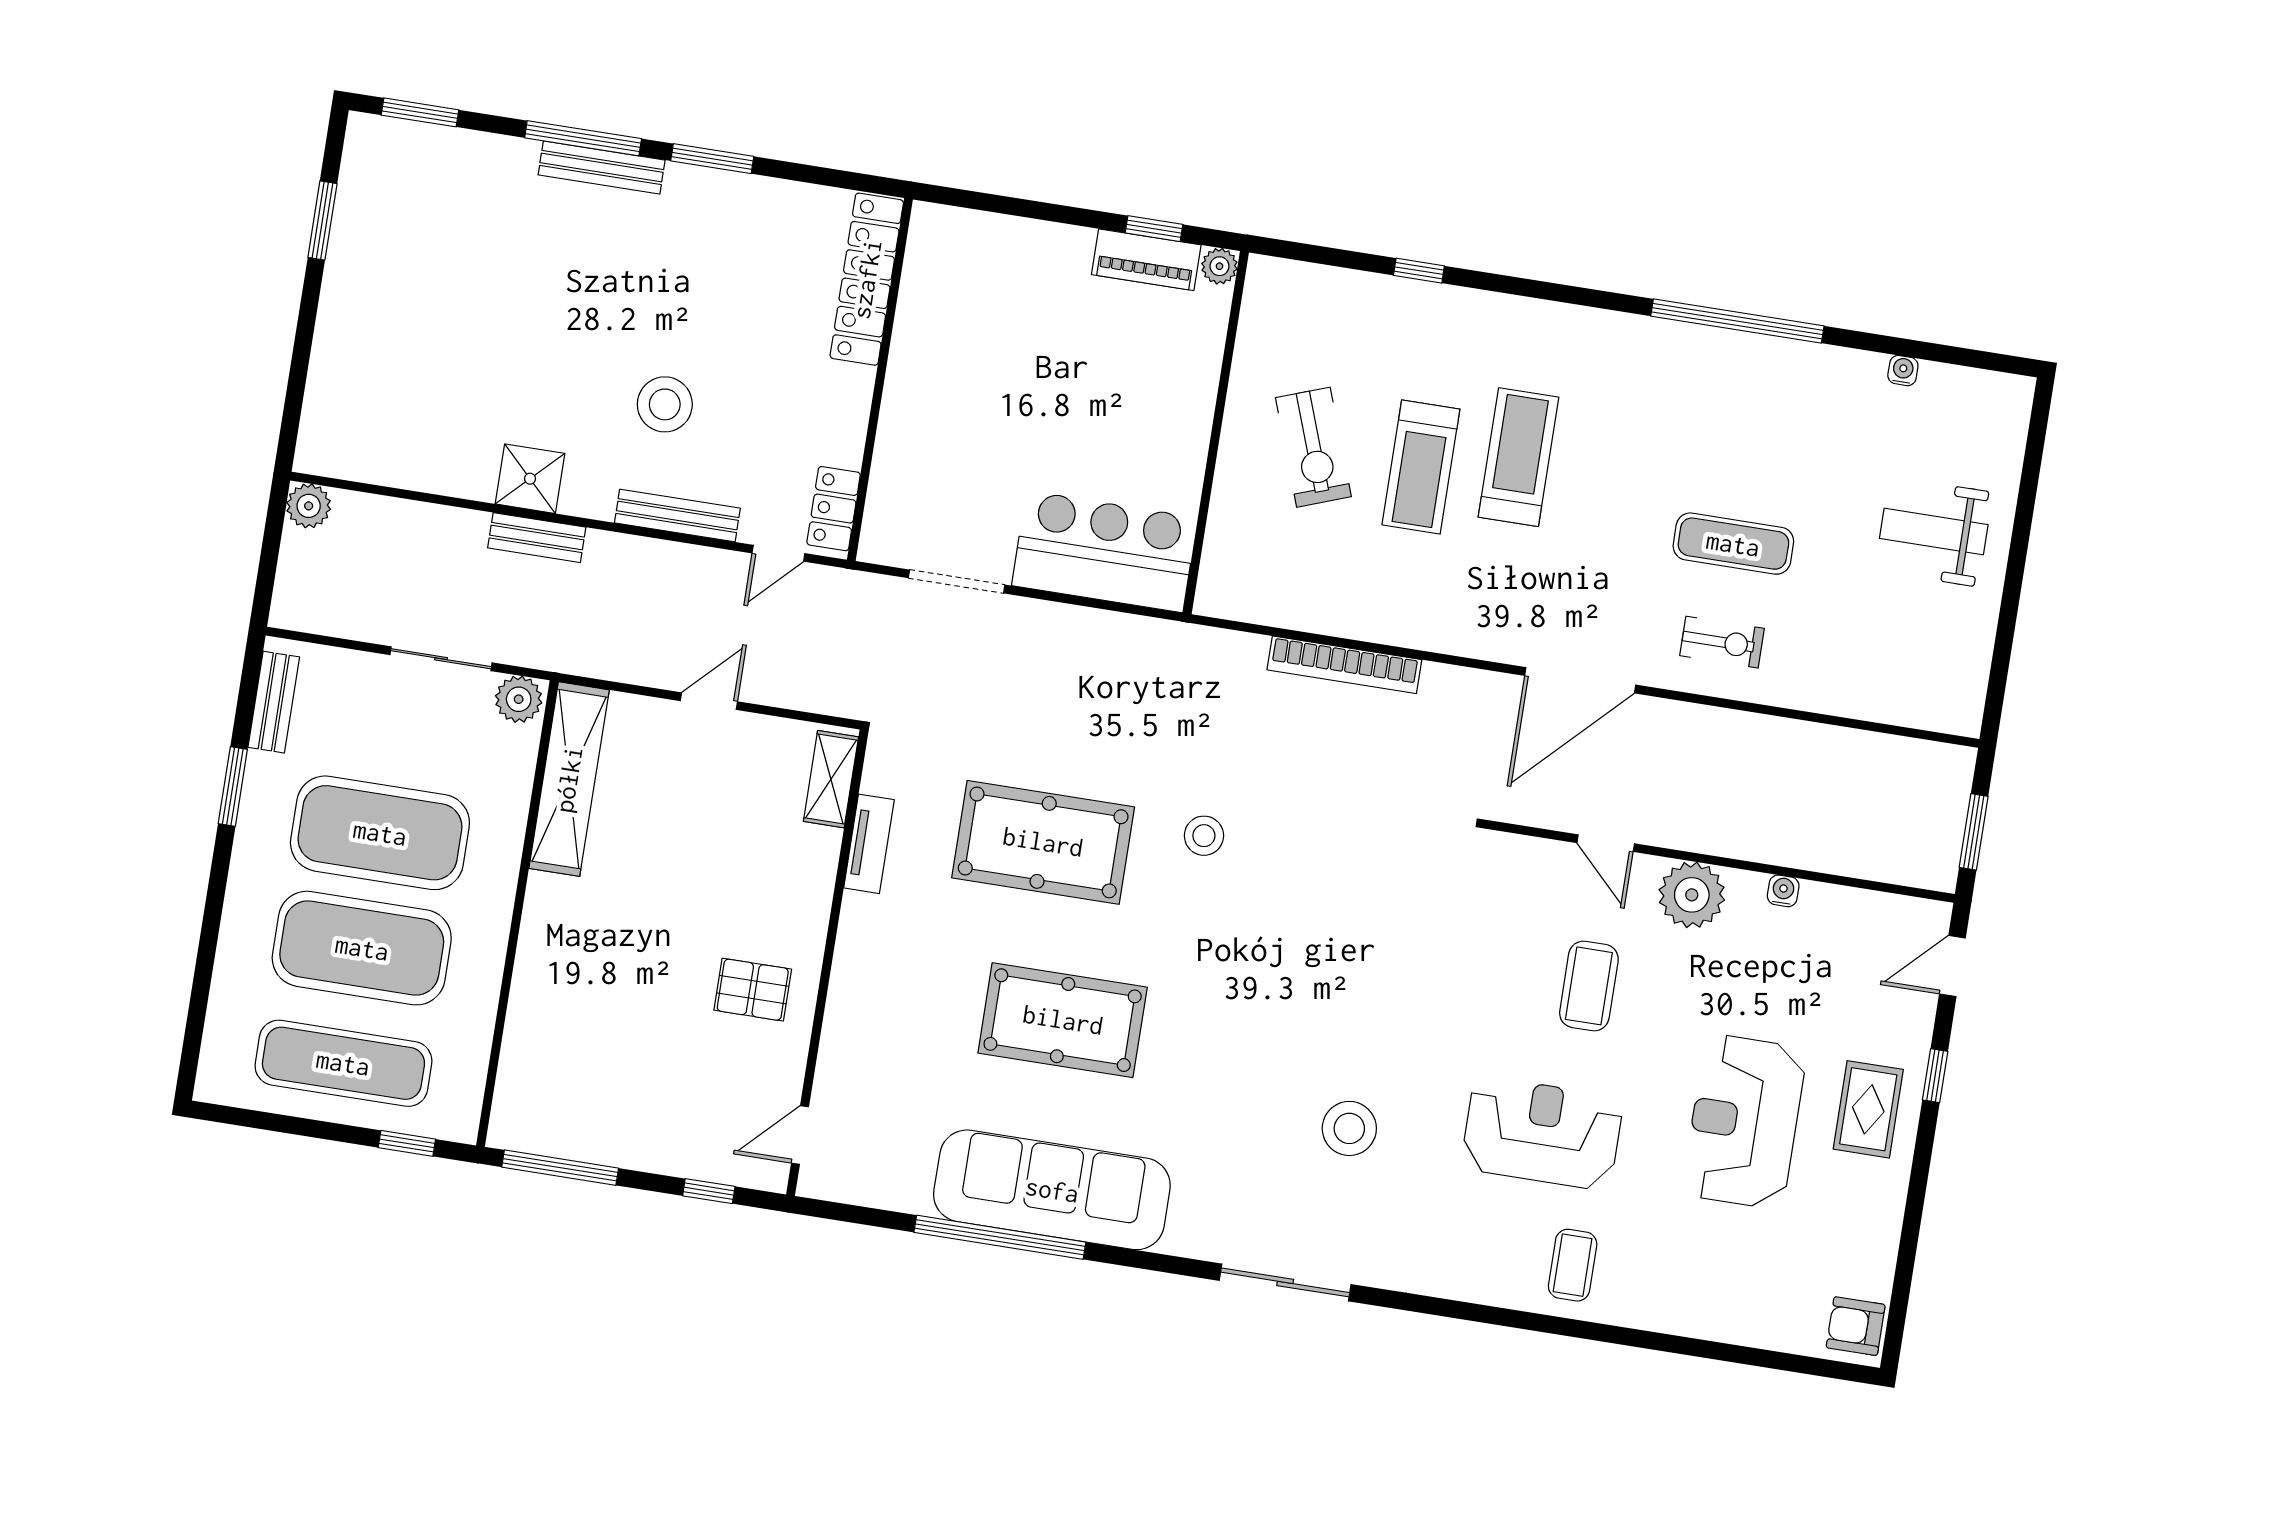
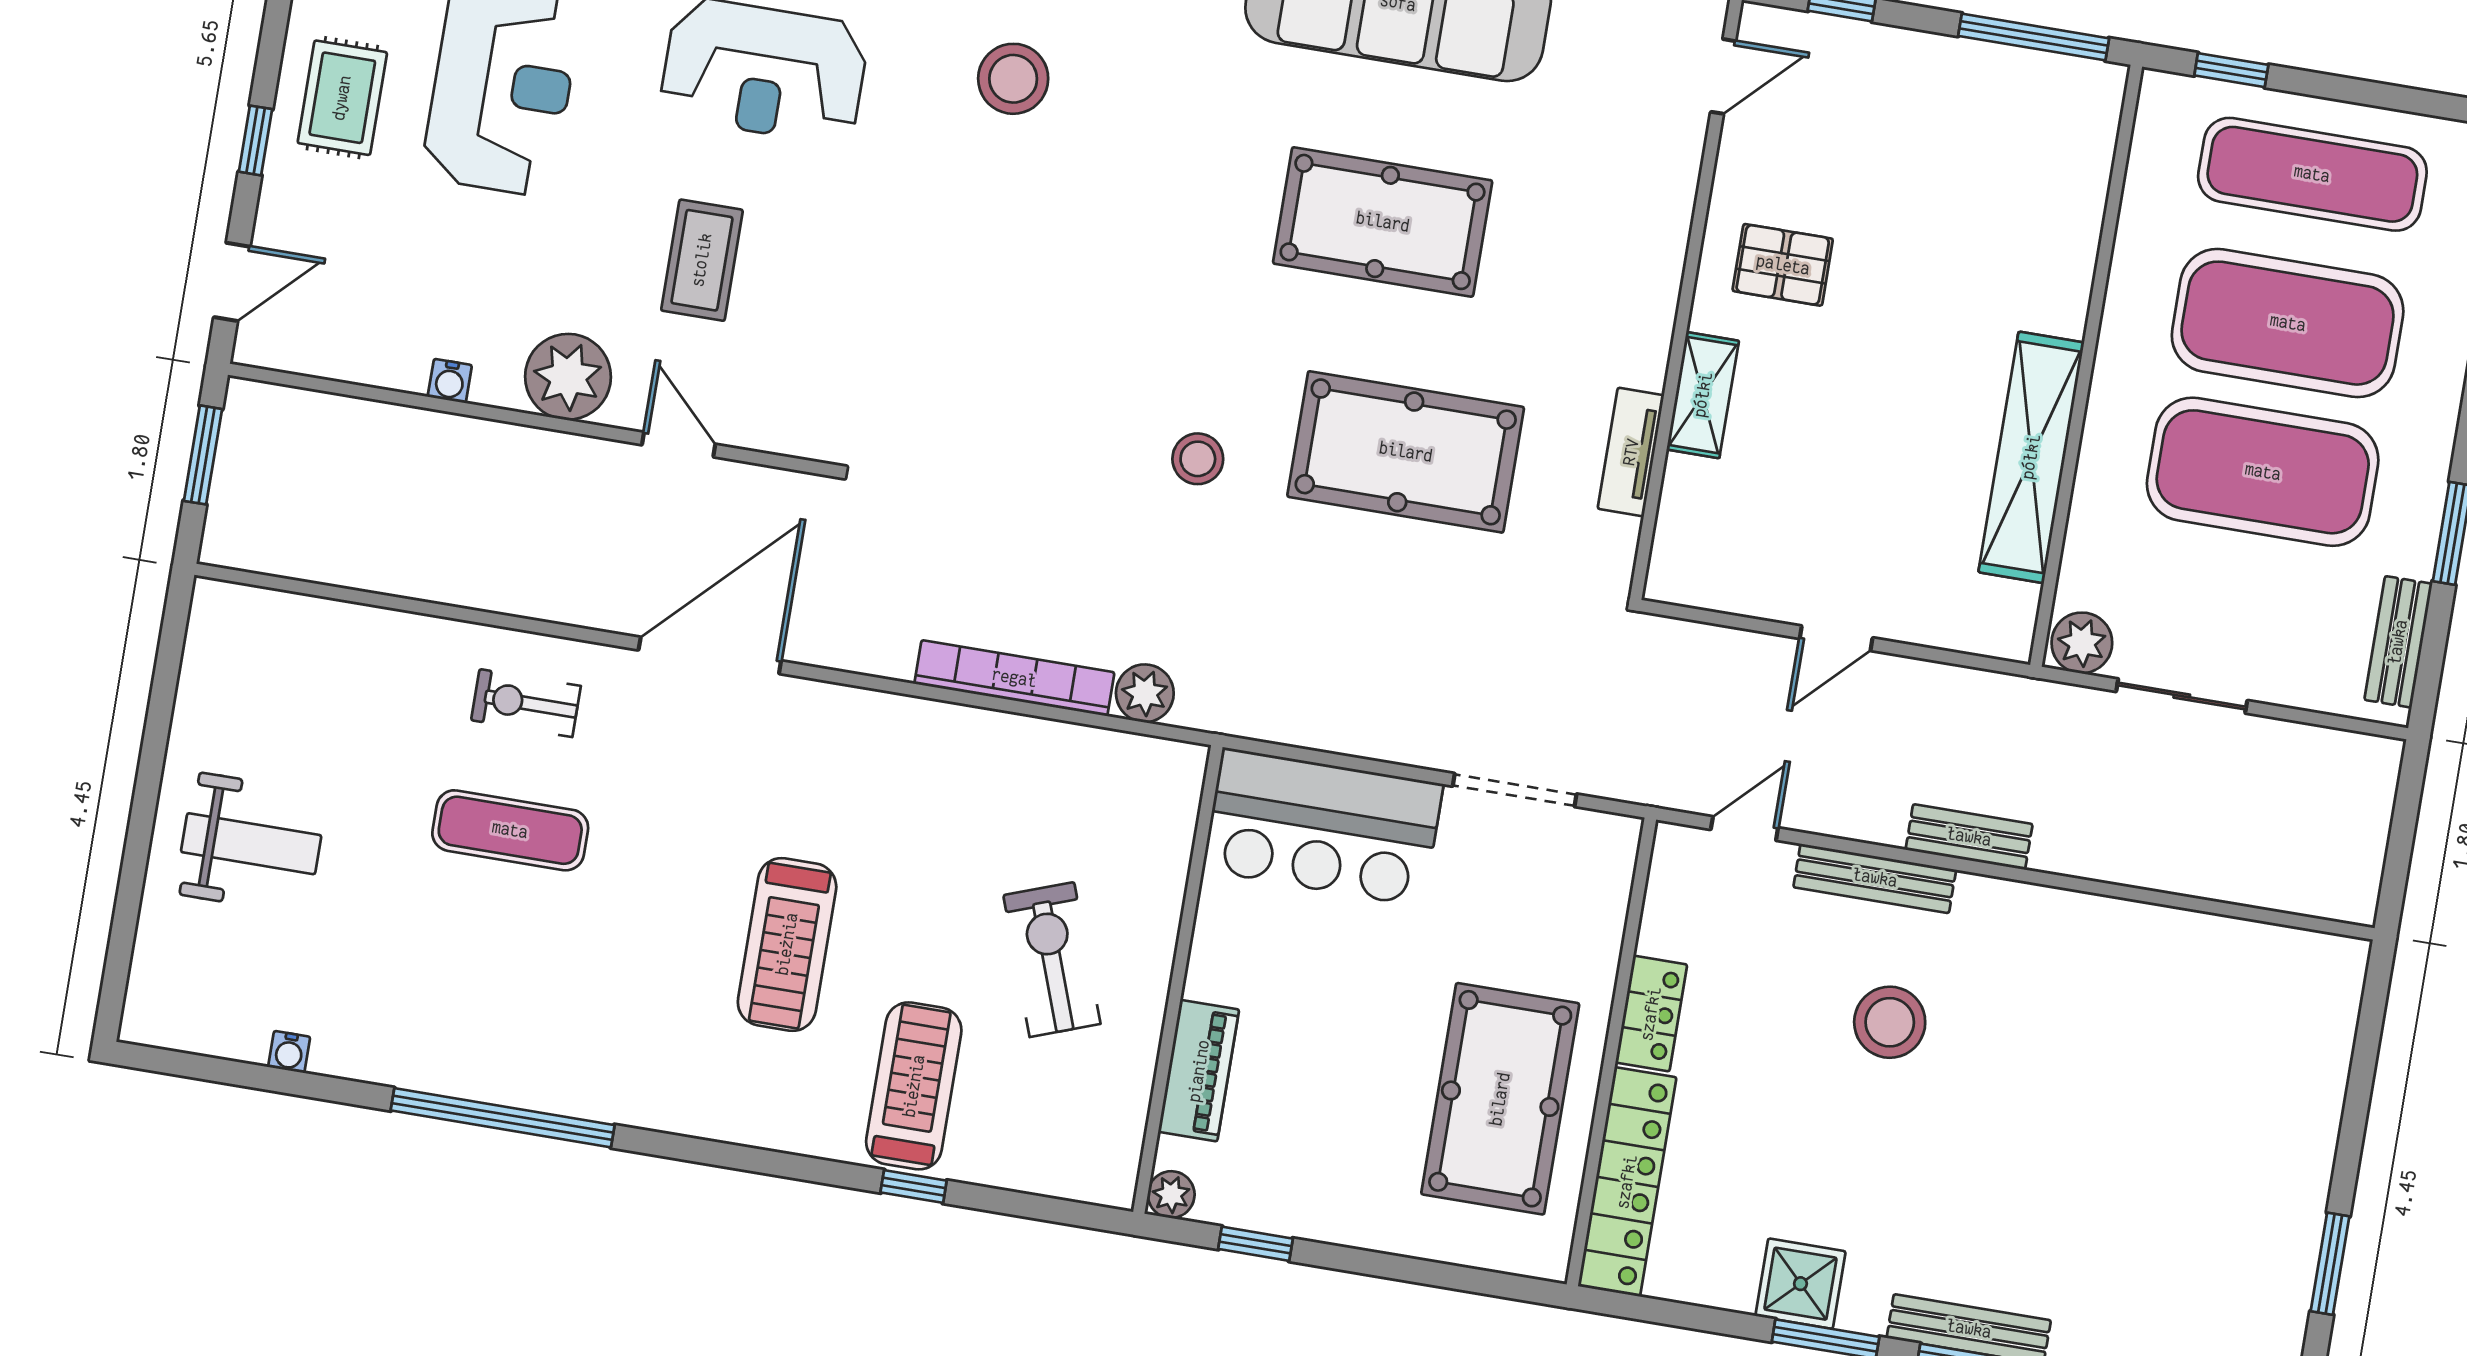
piano: (1146, 260) -> (1199, 1071), moved, turned 90
pool table: (966, 343) -> (1500, 1099), added
treadmill: (1421, 467) -> (914, 1086), moved
shower: (530, 479) -> (1800, 1284), moved
plant: (309, 506) -> (1145, 693), moved
locker: (834, 509) -> (1651, 1014), moved
bench: (537, 538) -> (1969, 837), moved
shelving: (569, 779) -> (2031, 457), moved
shelving: (831, 779) -> (1703, 395), moved

